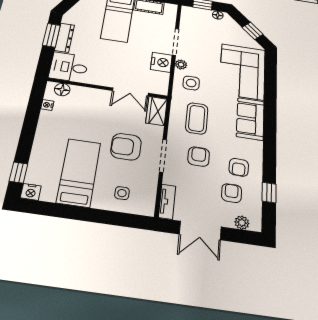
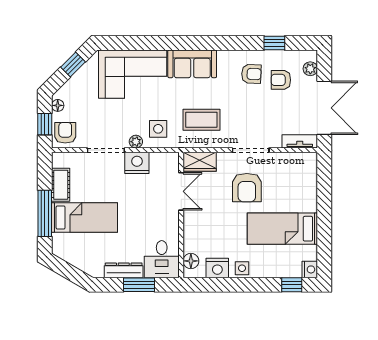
window: (51, 35) -> (139, 285), moved
nightstand: (47, 105) -> (217, 268), width x1.89, depth x1.79
armchair: (199, 157) -> (65, 133), moved, turned 90
side table: (122, 193) -> (242, 268), moved
double door: (200, 230) -> (324, 108), width x1.37

